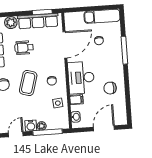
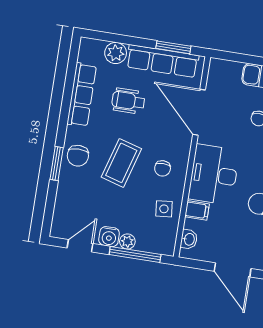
door: (65, 45) -> (199, 112), swing flipped
door: (104, 128) -> (233, 270), swing flipped

